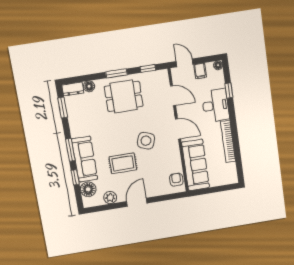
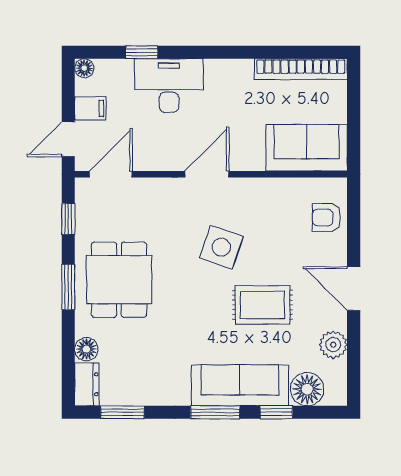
door: (173, 96) -> (111, 174), moved
bookcase: (228, 141) -> (301, 69), moved
rug: (123, 163) -> (262, 305), turned 90
sofa: (195, 165) -> (307, 148), width x0.73
armchair: (176, 180) -> (327, 218), moved

